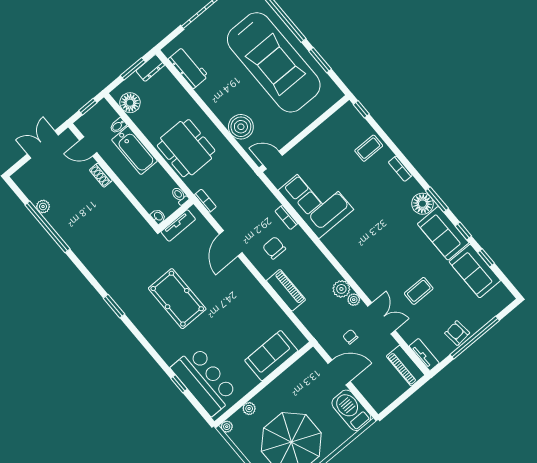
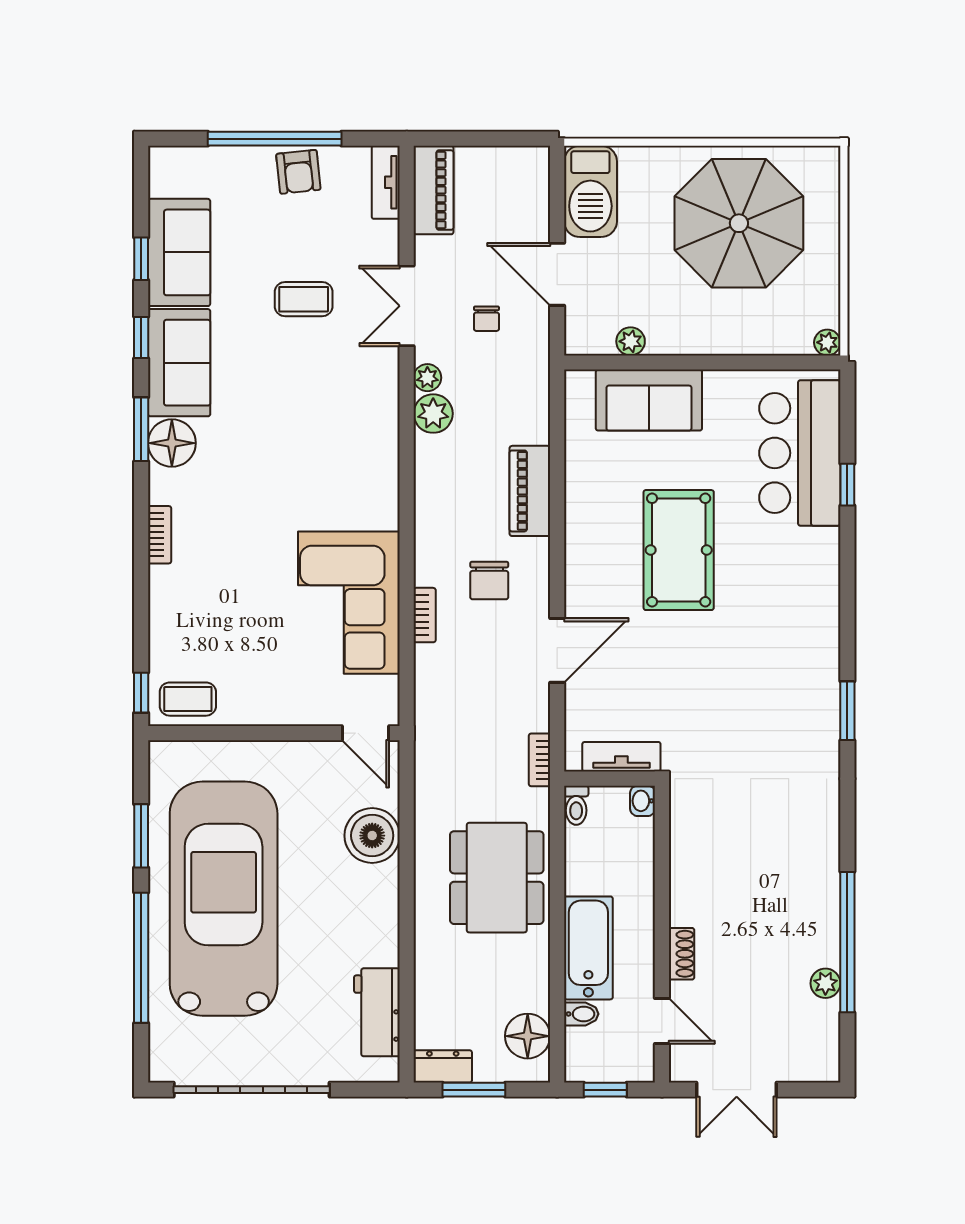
coffee table: (369, 148) -> (188, 699), moved
pool table: (177, 299) -> (679, 550), moved
plant: (249, 409) -> (631, 341), moved

